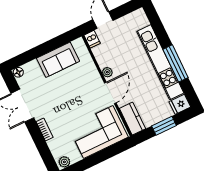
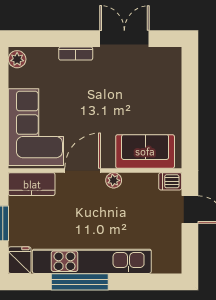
sofa: (58, 60) -> (145, 151), moved, turned 90
floor lamp: (18, 72) -> (174, 55), removed
door: (110, 93) -> (83, 170), swing flipped

